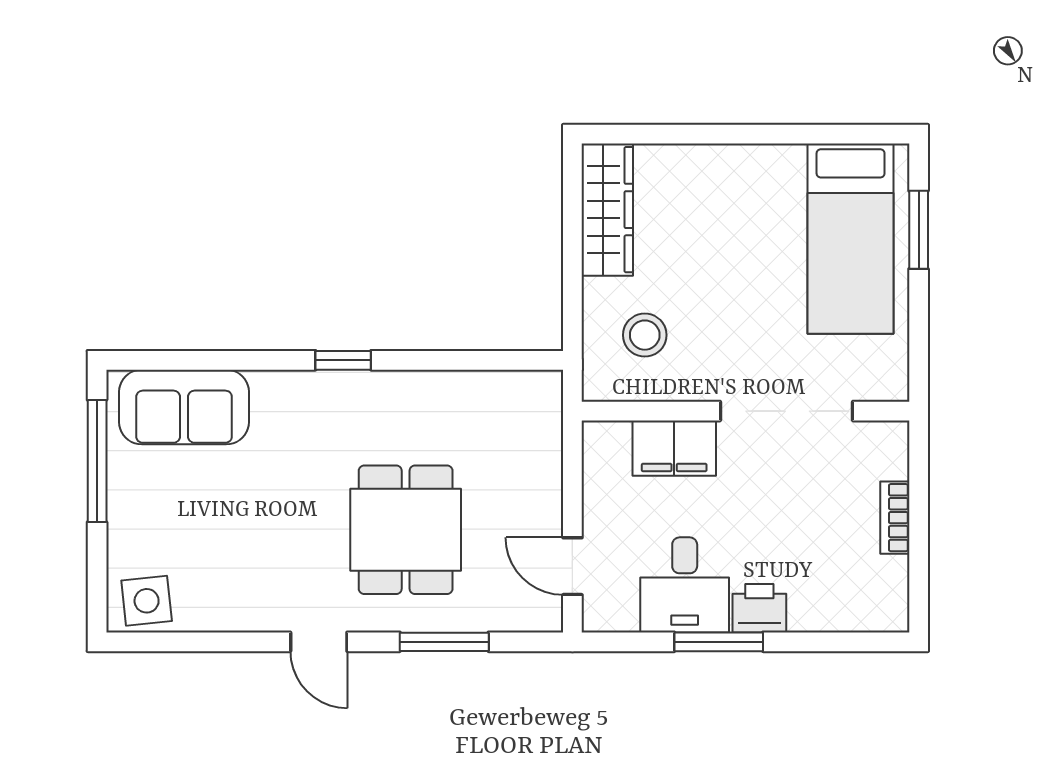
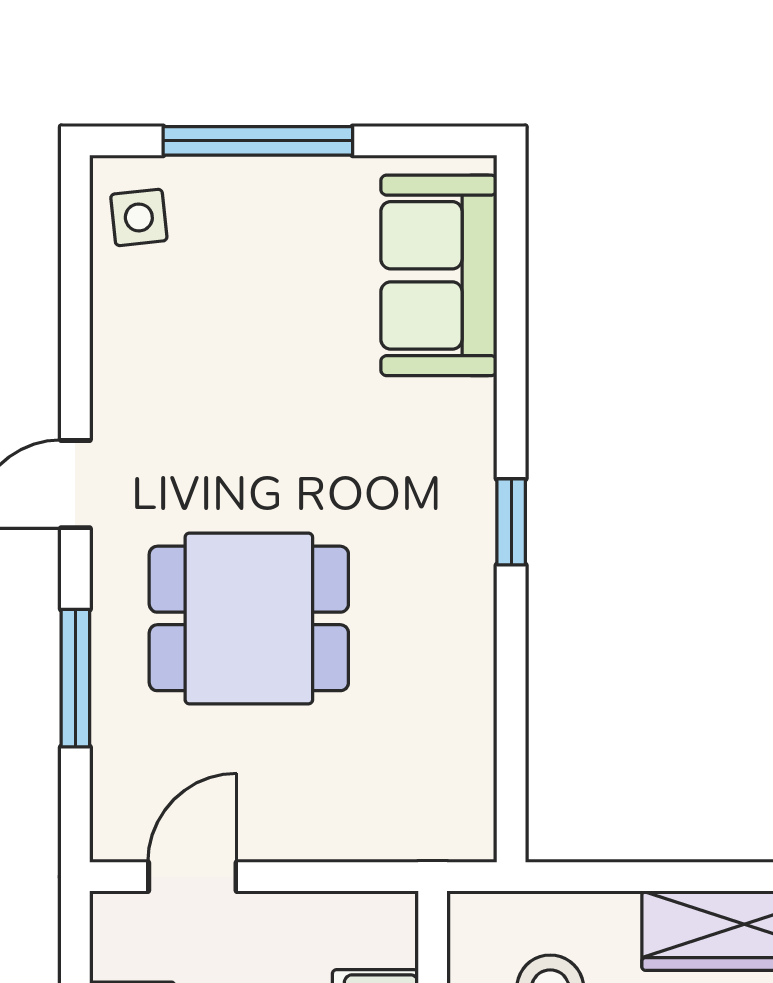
window: (97, 461) -> (258, 141), moved
side table: (147, 601) -> (139, 217), width x0.73, depth x0.73

